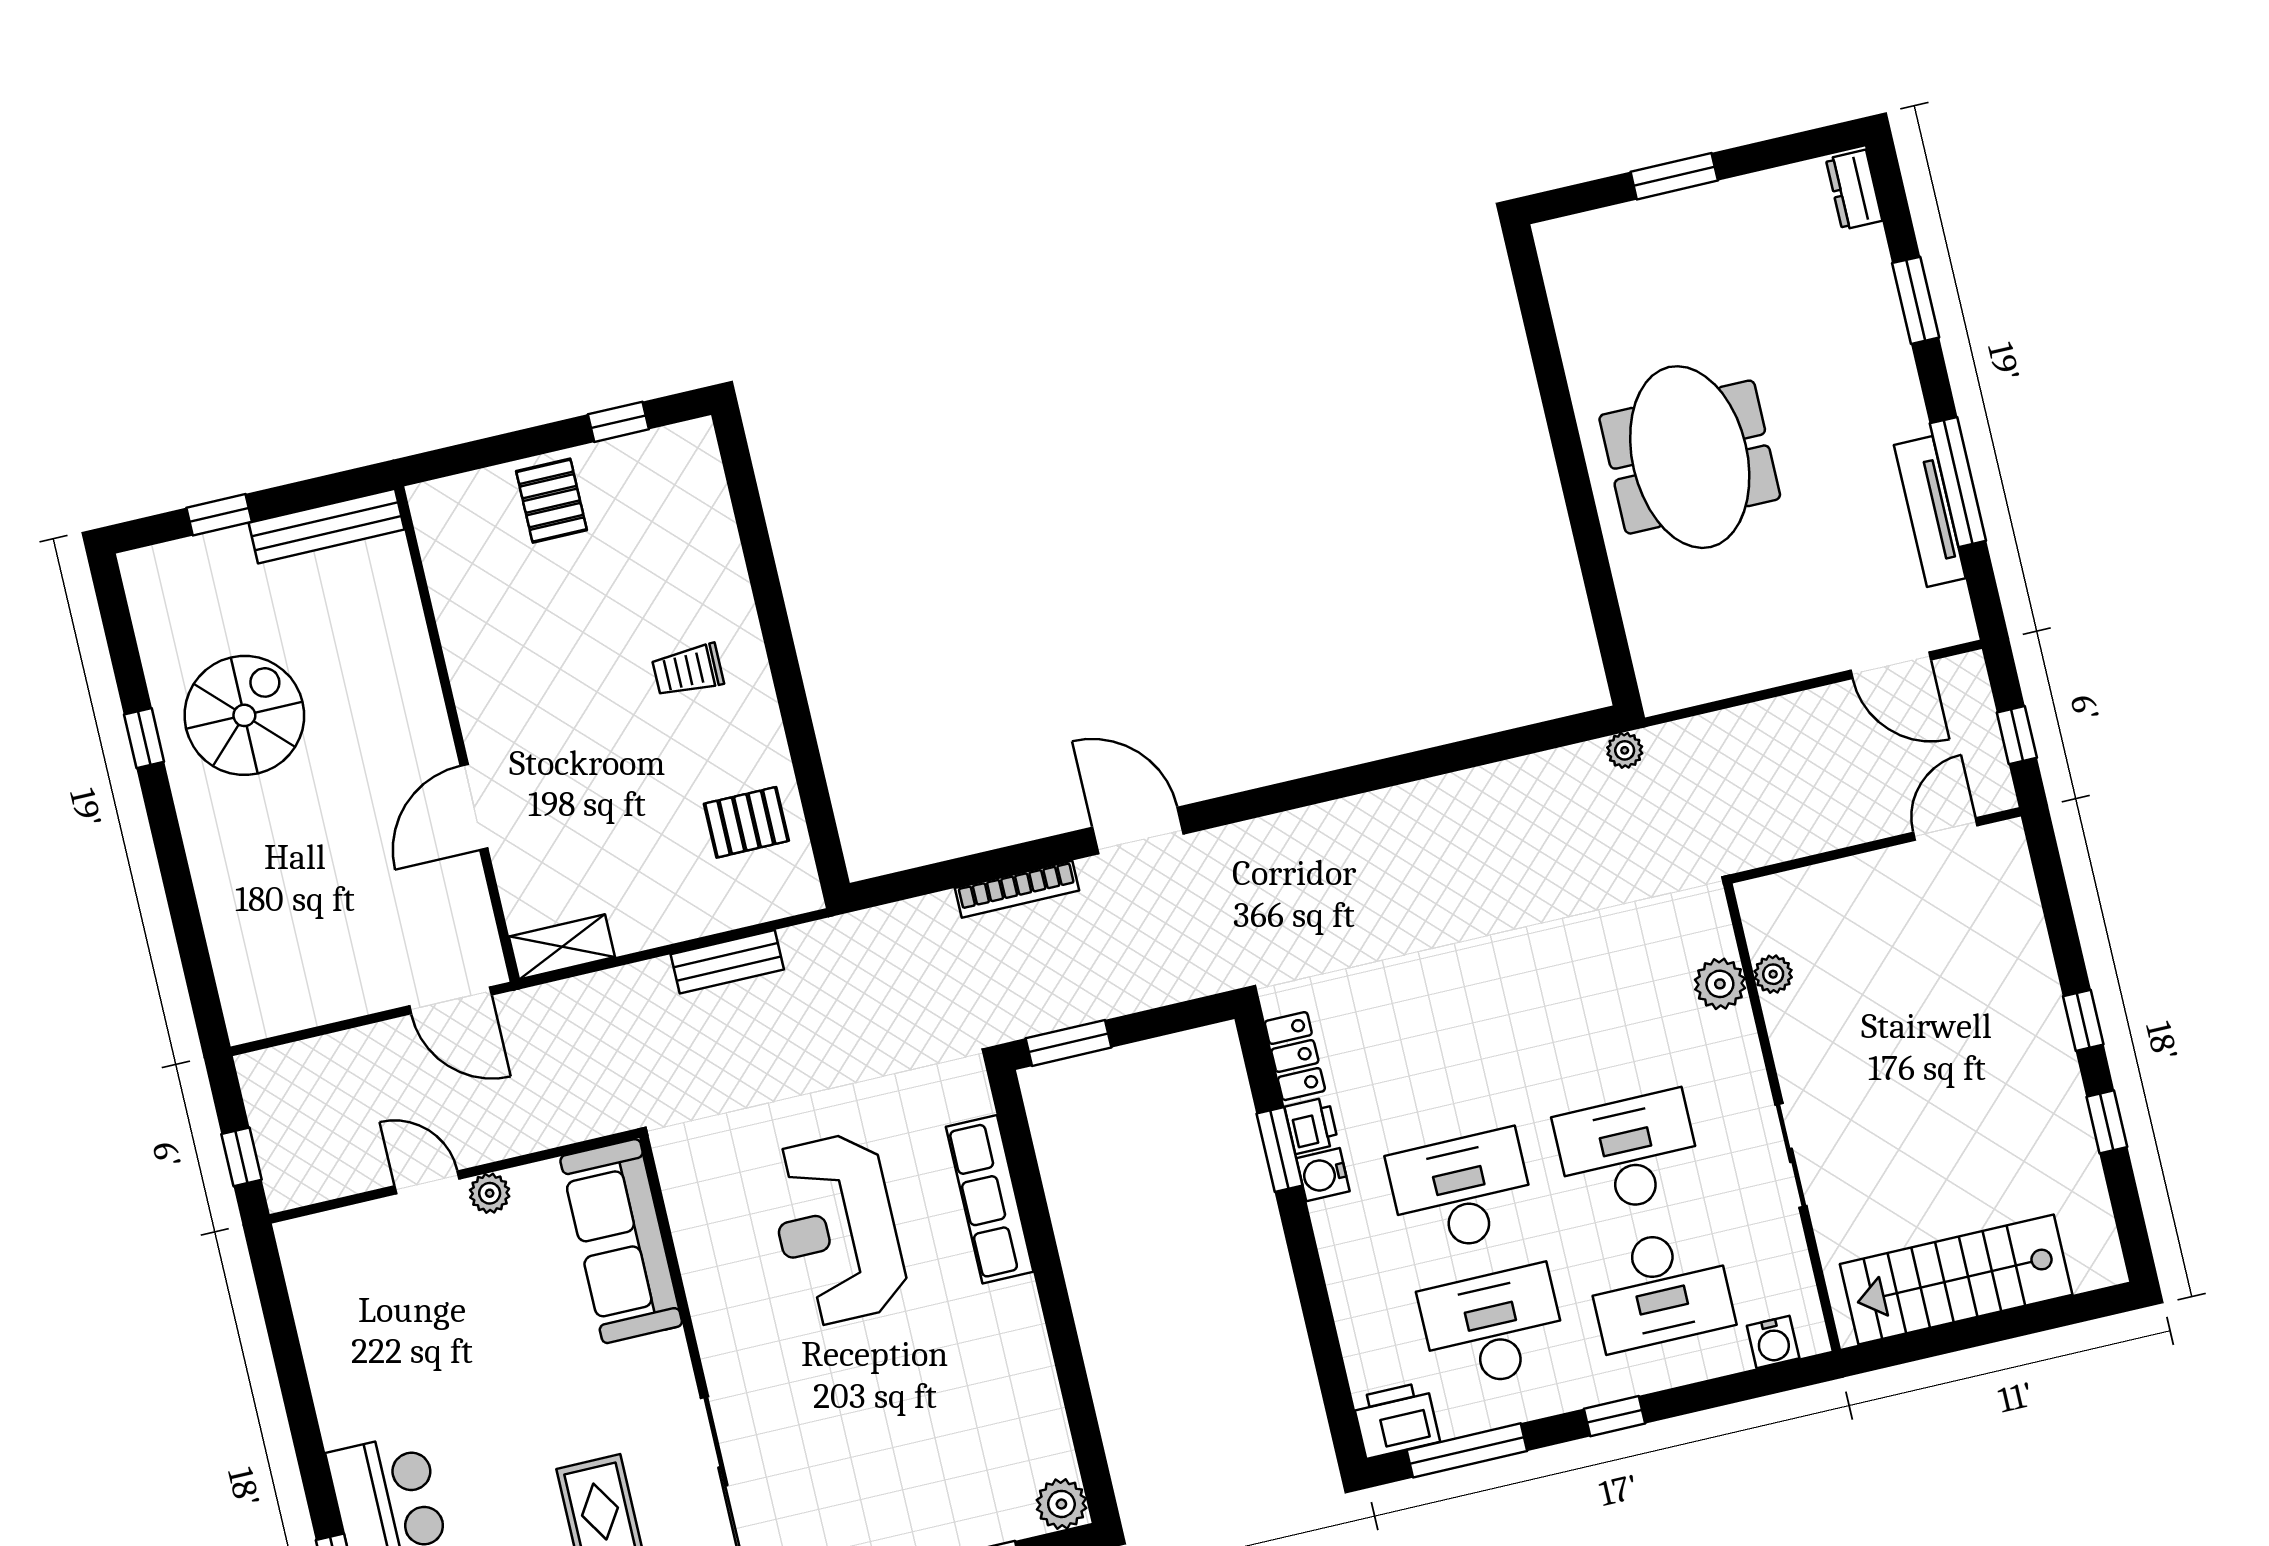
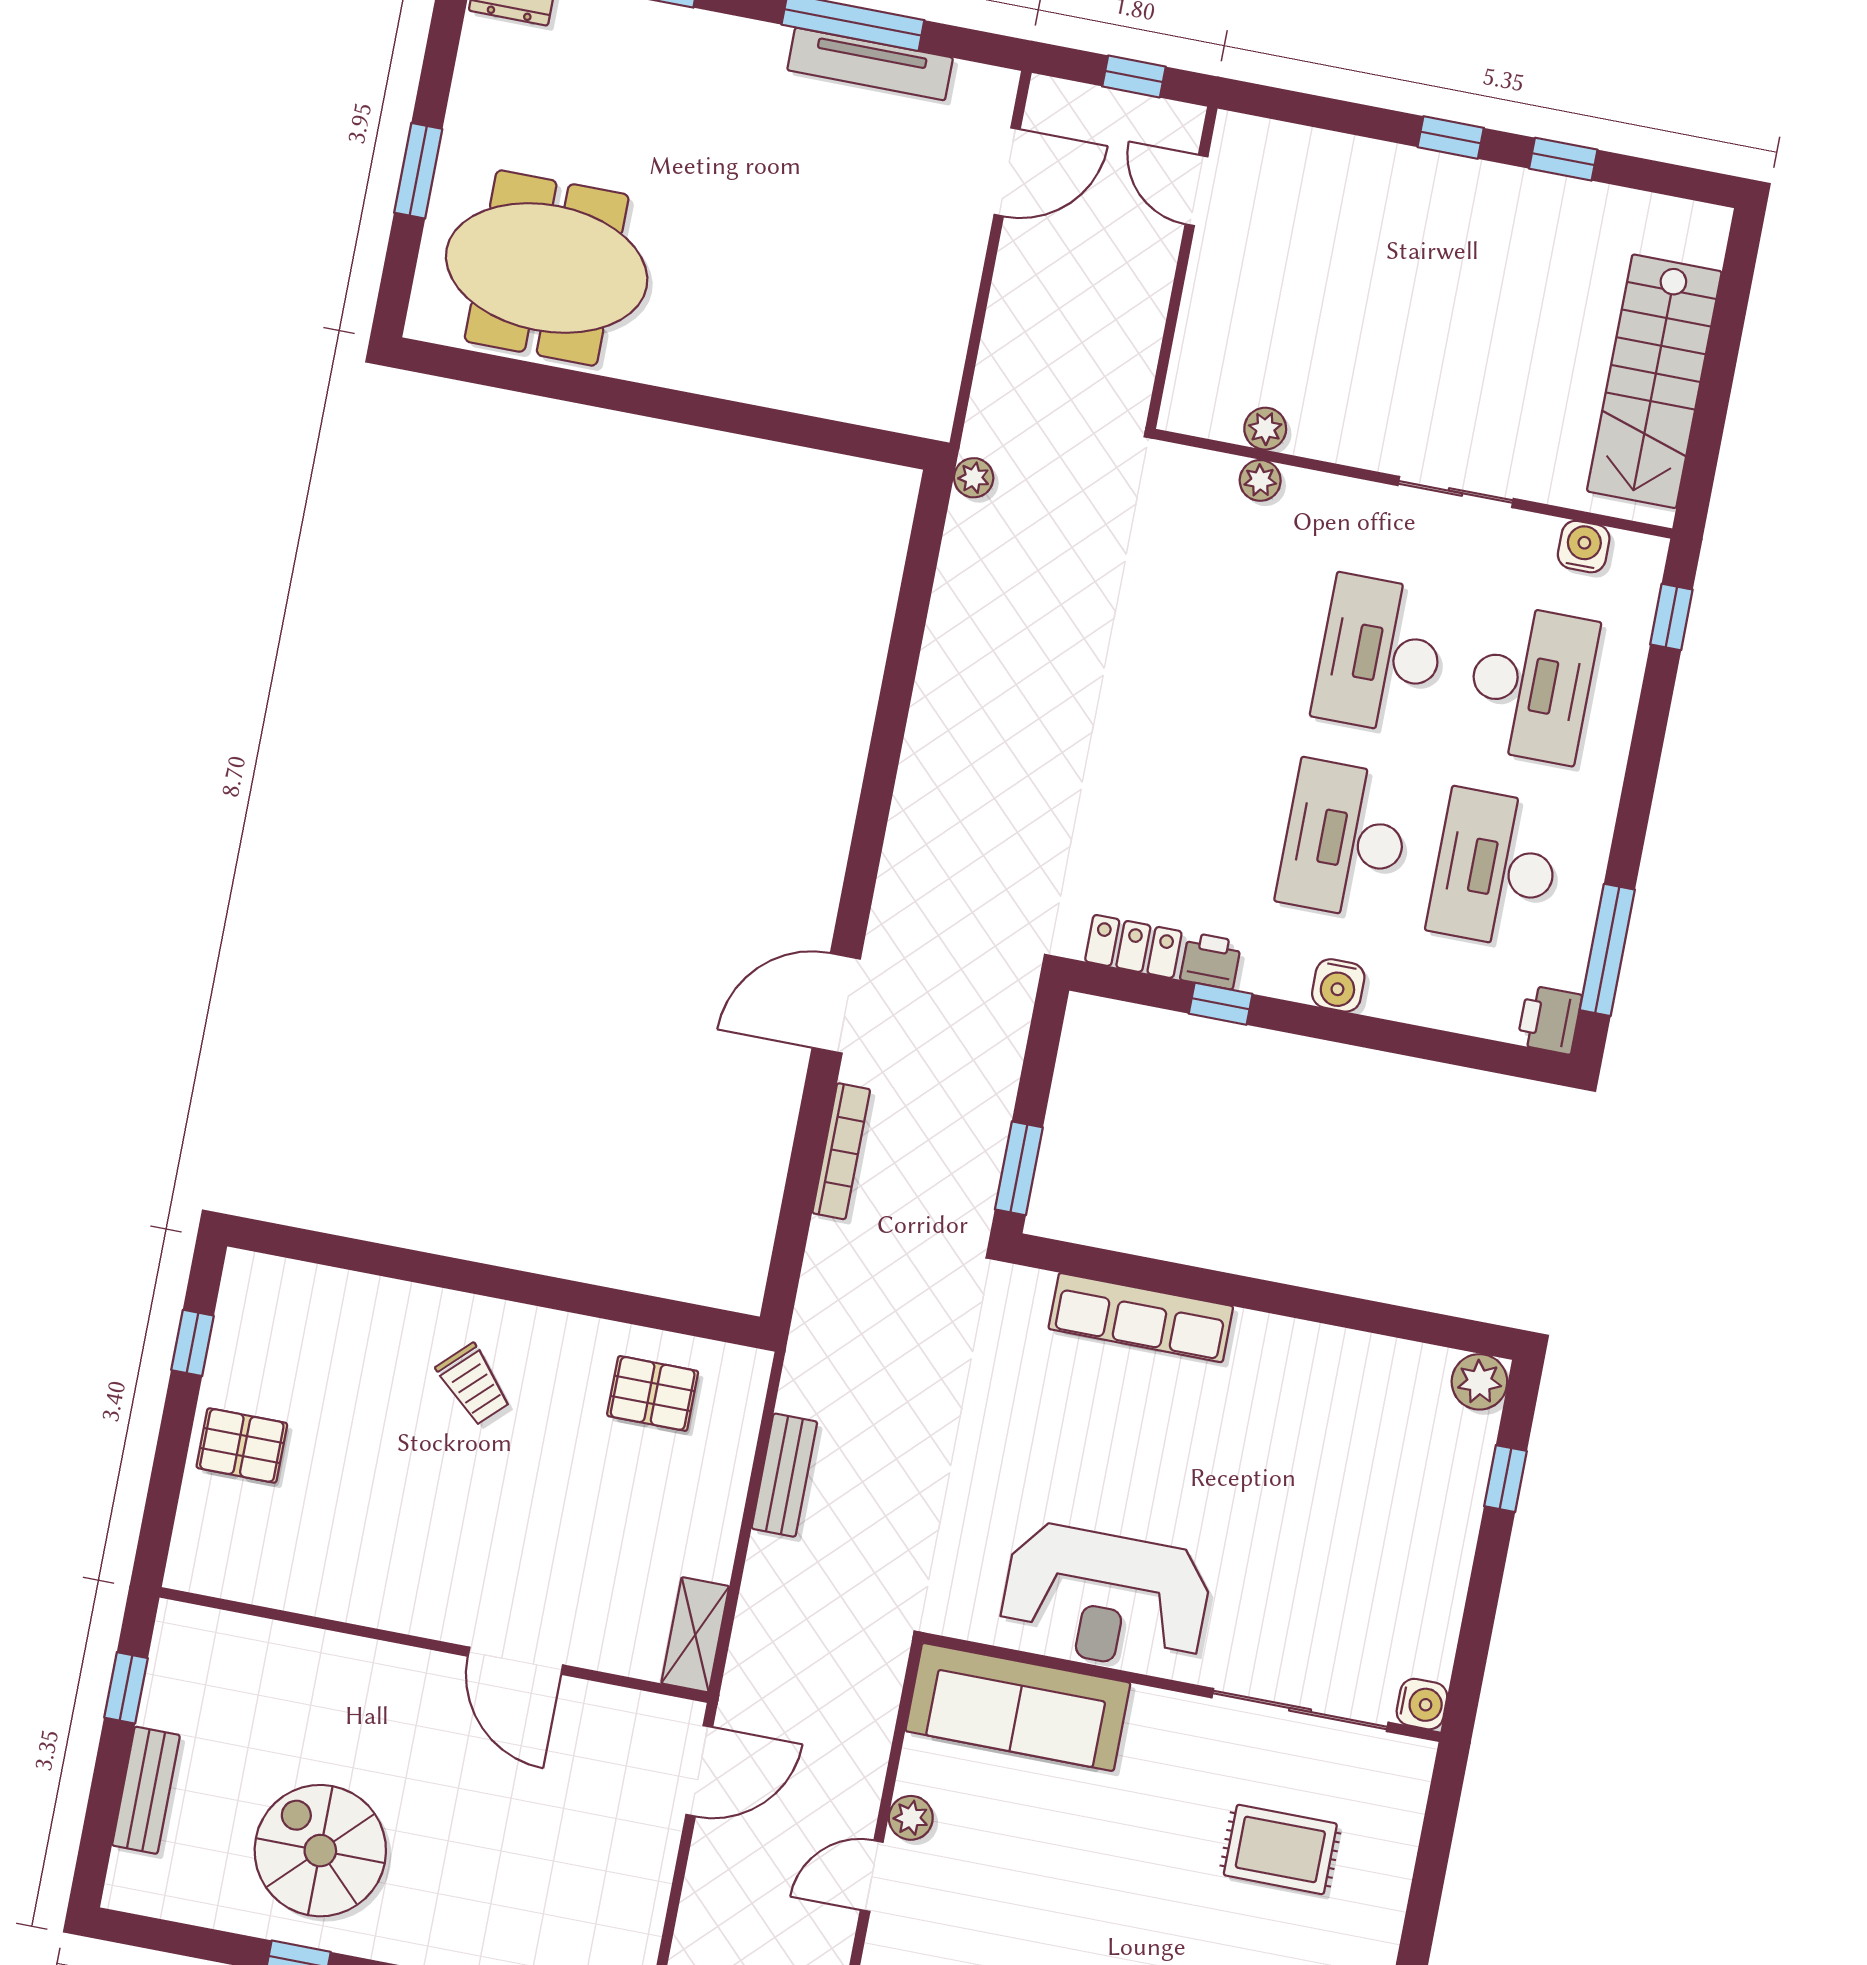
meeting table: (1690, 457) -> (547, 268), moved
window: (219, 515) -> (126, 1688), moved
bench: (327, 526) -> (146, 1790), moved, width x0.73
trolley: (688, 670) -> (474, 1384), turned -44
pallet: (746, 822) -> (653, 1393), turned 90
plant: (1720, 984) -> (1260, 480), width x0.73, depth x0.73
window: (1280, 1150) -> (1221, 1004), width x0.67
water cooler: (1323, 1175) -> (1338, 985), moved
reception desk: (836, 1229) -> (1105, 1598), moved
water cooler: (1773, 1342) -> (1584, 547), moved, turned -90
window: (1614, 1416) -> (1671, 617), moved
printer: (1396, 1420) -> (1549, 1020), width x0.73, depth x0.81

